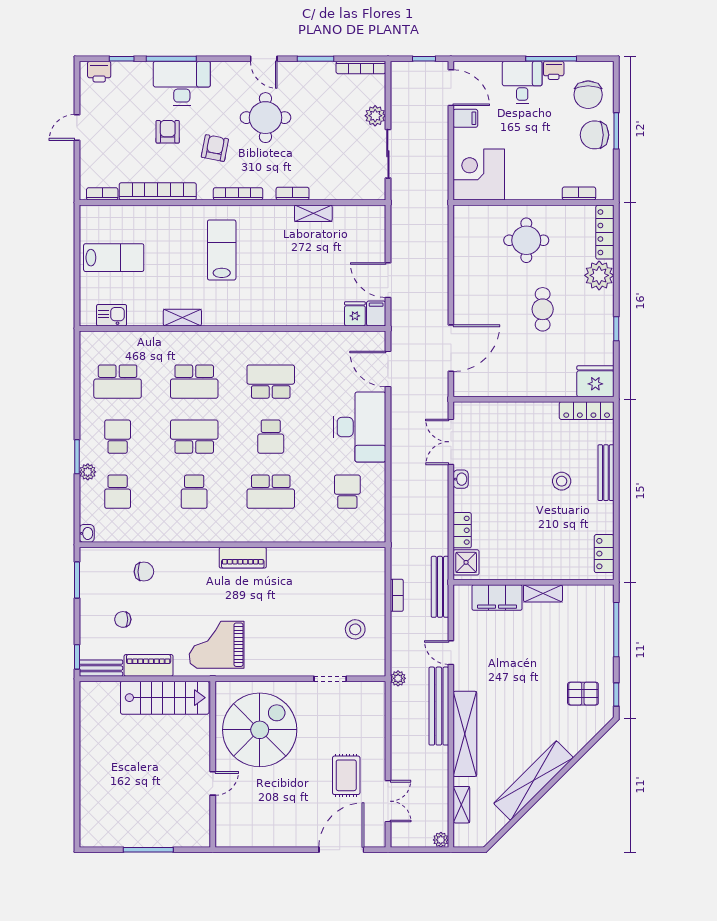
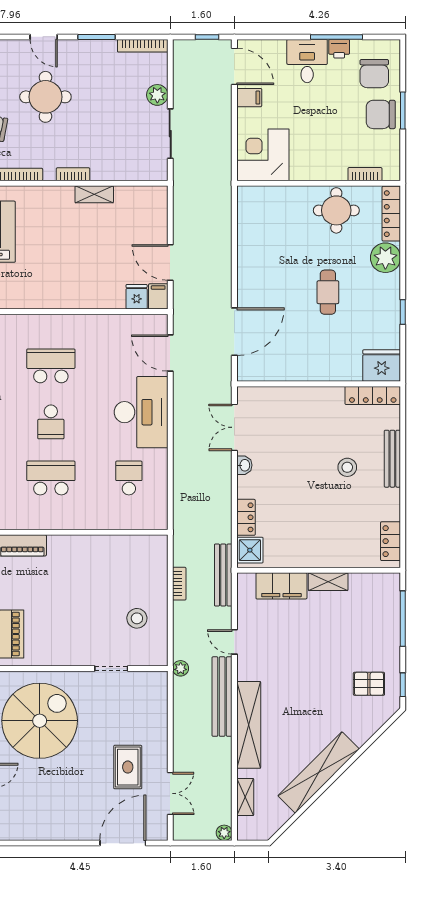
round table: (526, 240) -> (336, 210), moved
school desk: (271, 492) -> (51, 478), turned 180

